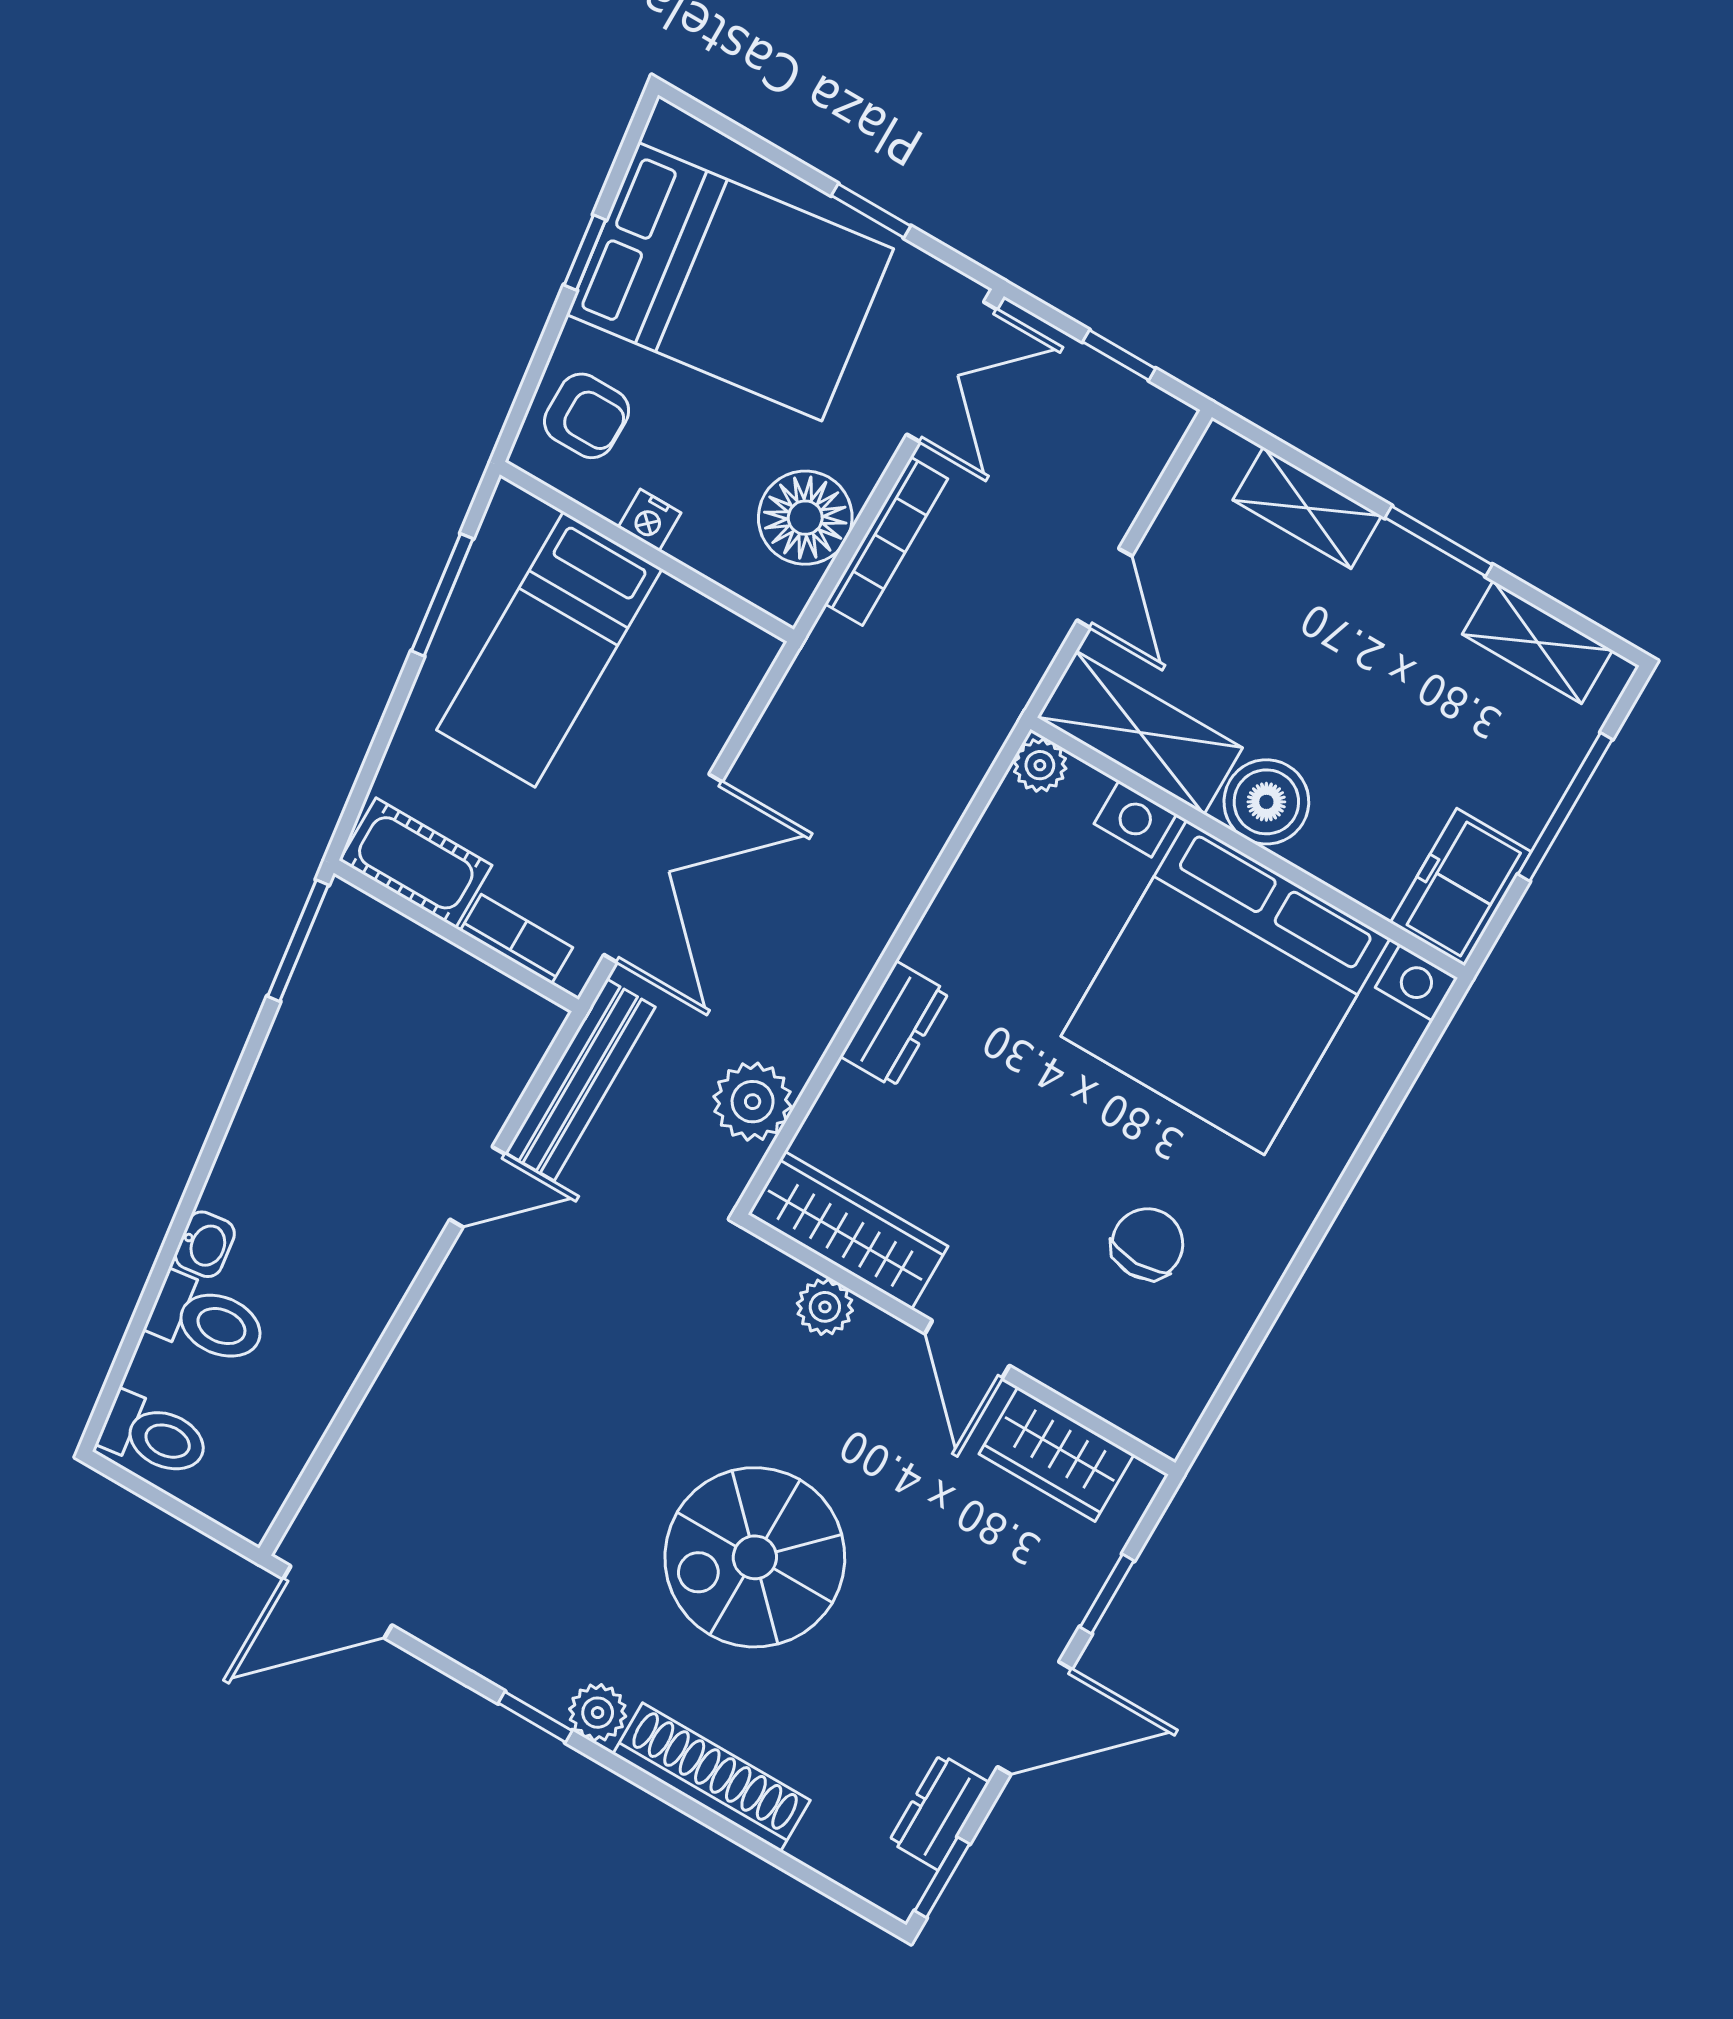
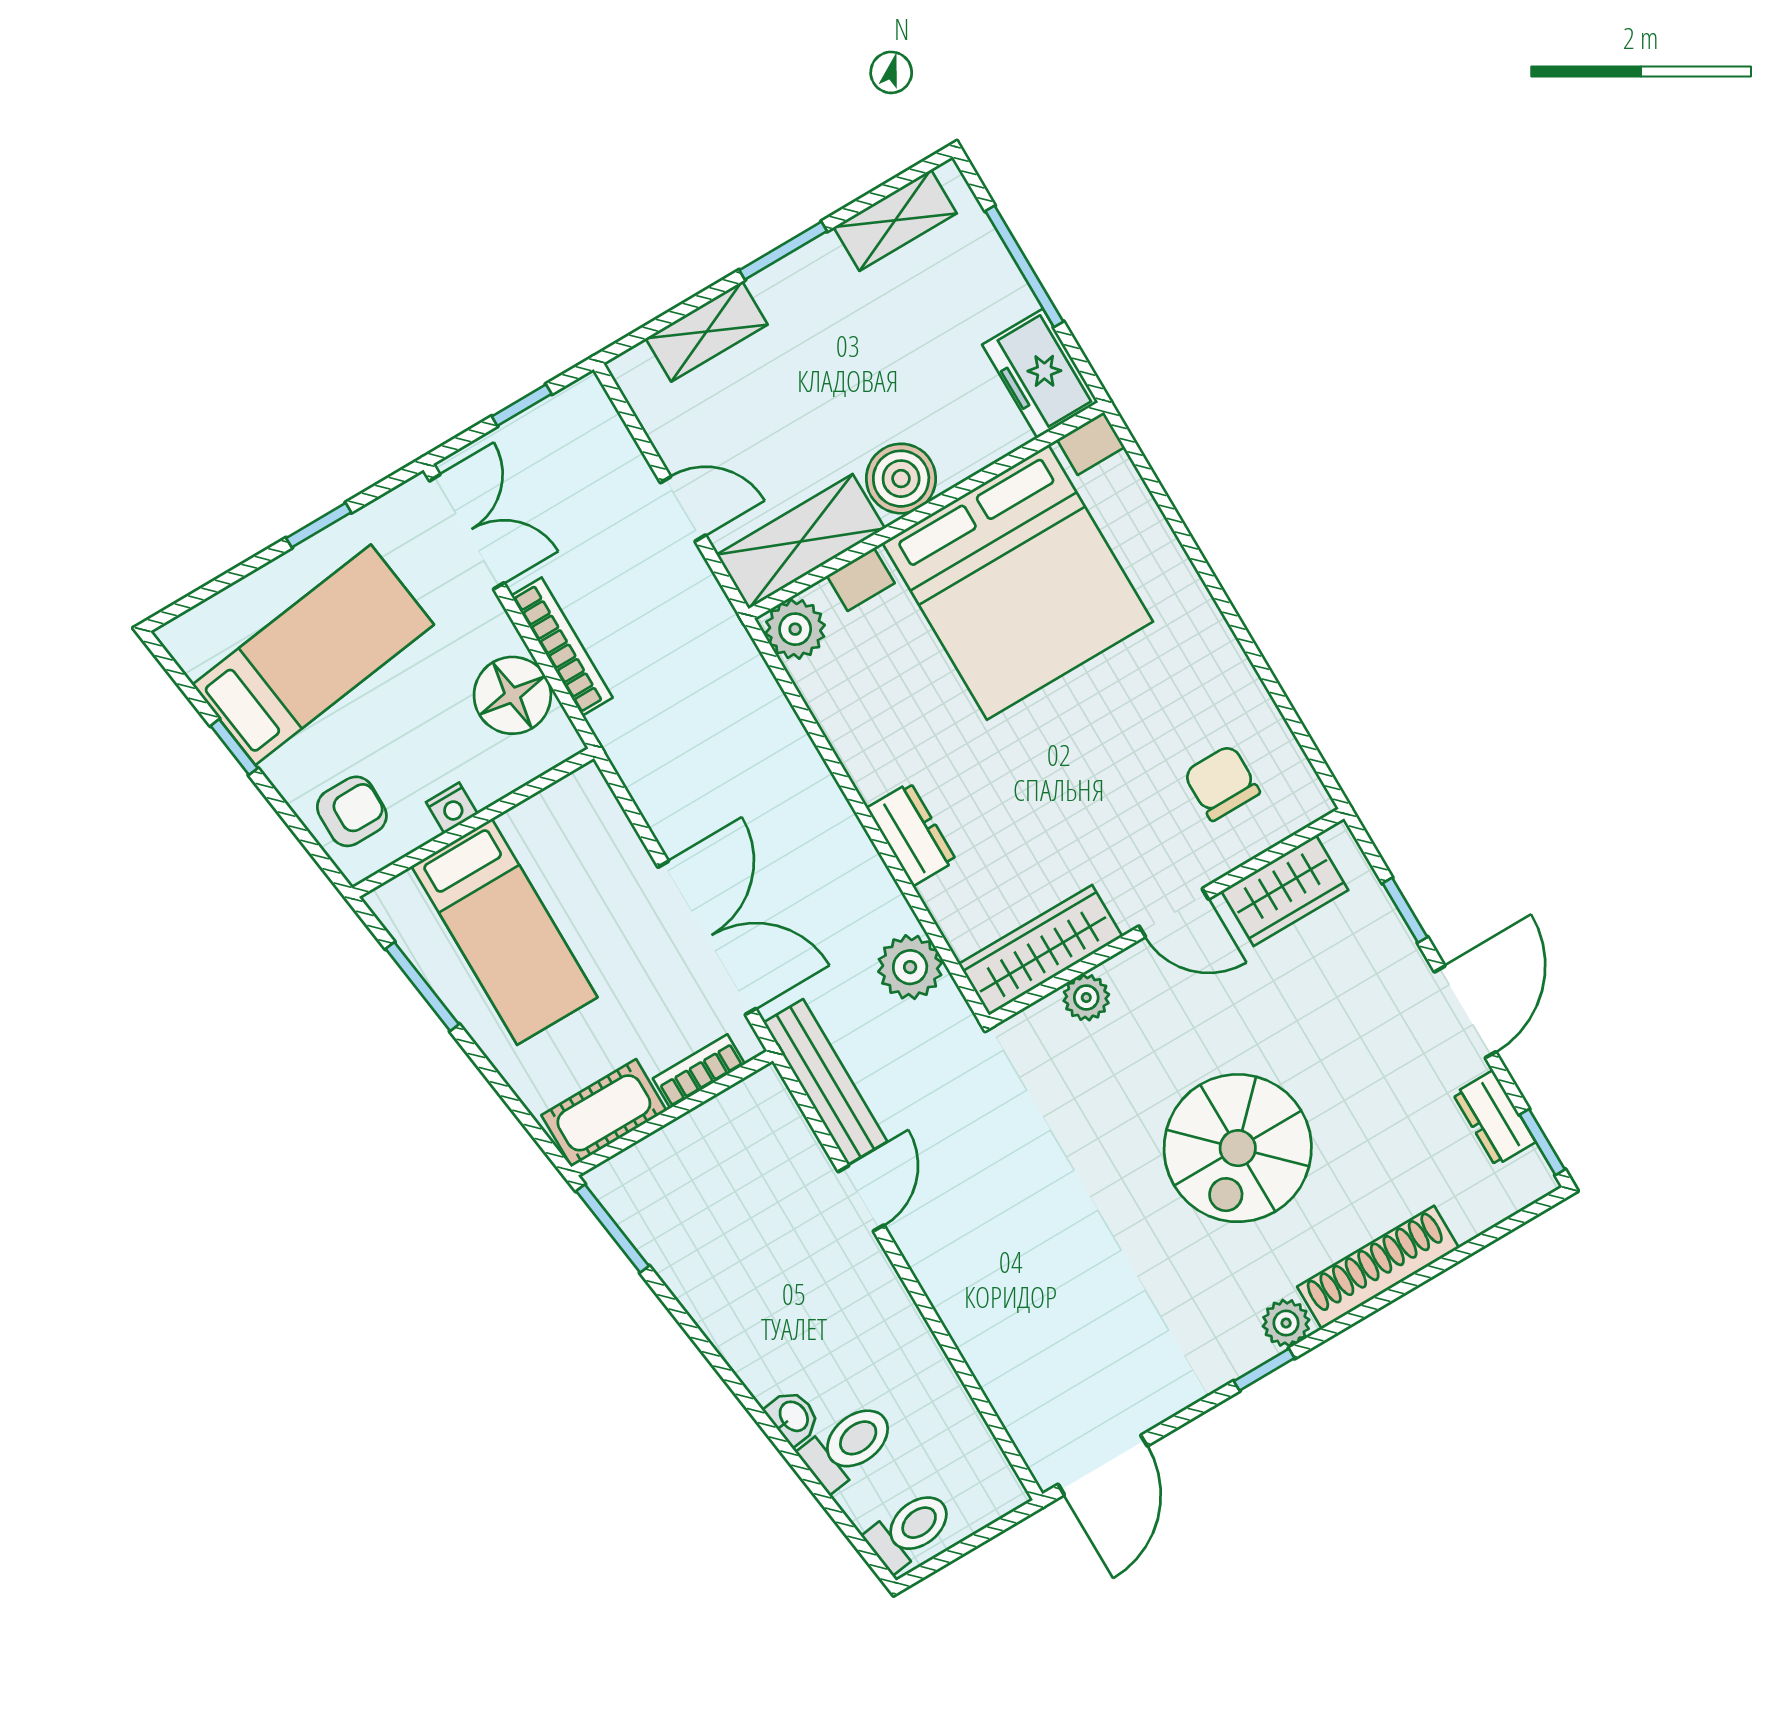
bed: (730, 282) -> (313, 655), width x0.67
plant: (1040, 765) -> (795, 629), width x1.38, depth x1.38
chair: (1147, 1244) -> (1222, 783), moved

